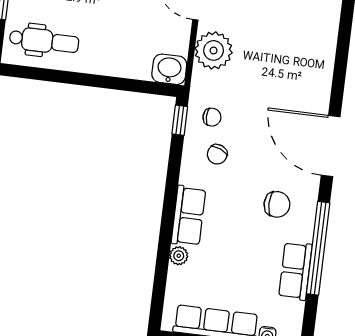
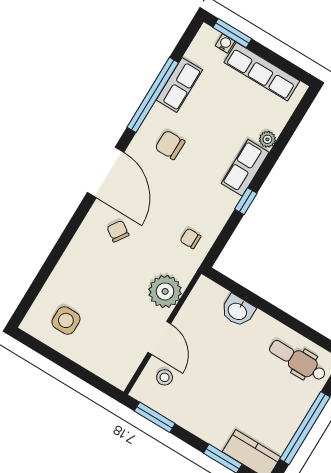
washbasin: (169, 69) -> (238, 311), moved
window: (180, 120) -> (246, 201), moved
chair: (217, 154) -> (118, 231), moved, turned -79

